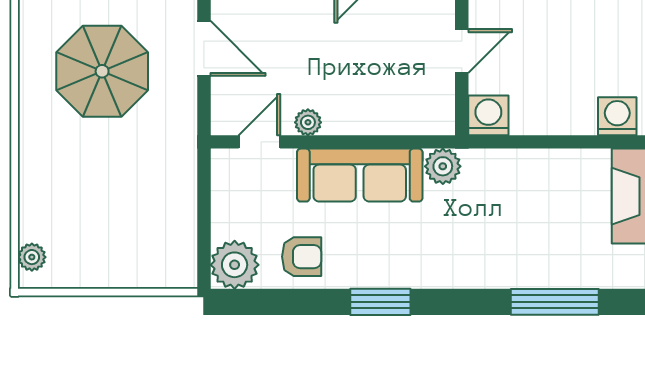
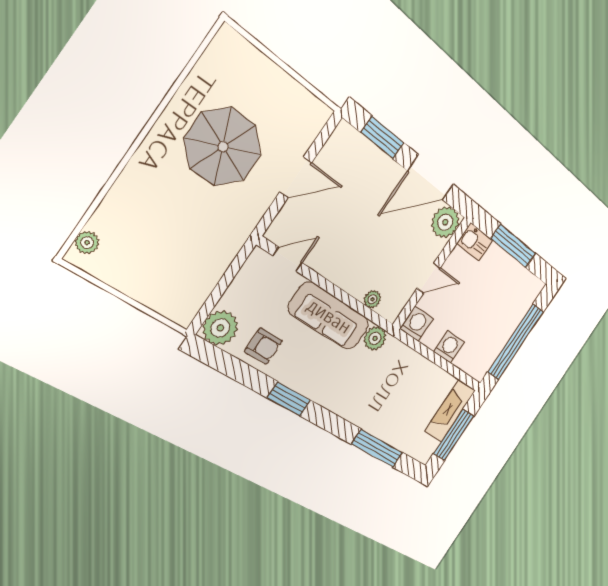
door: (204, 48) -> (296, 177), hinge flipped
washing machine: (617, 116) -> (449, 347), moved
plant: (308, 122) -> (372, 299), moved

